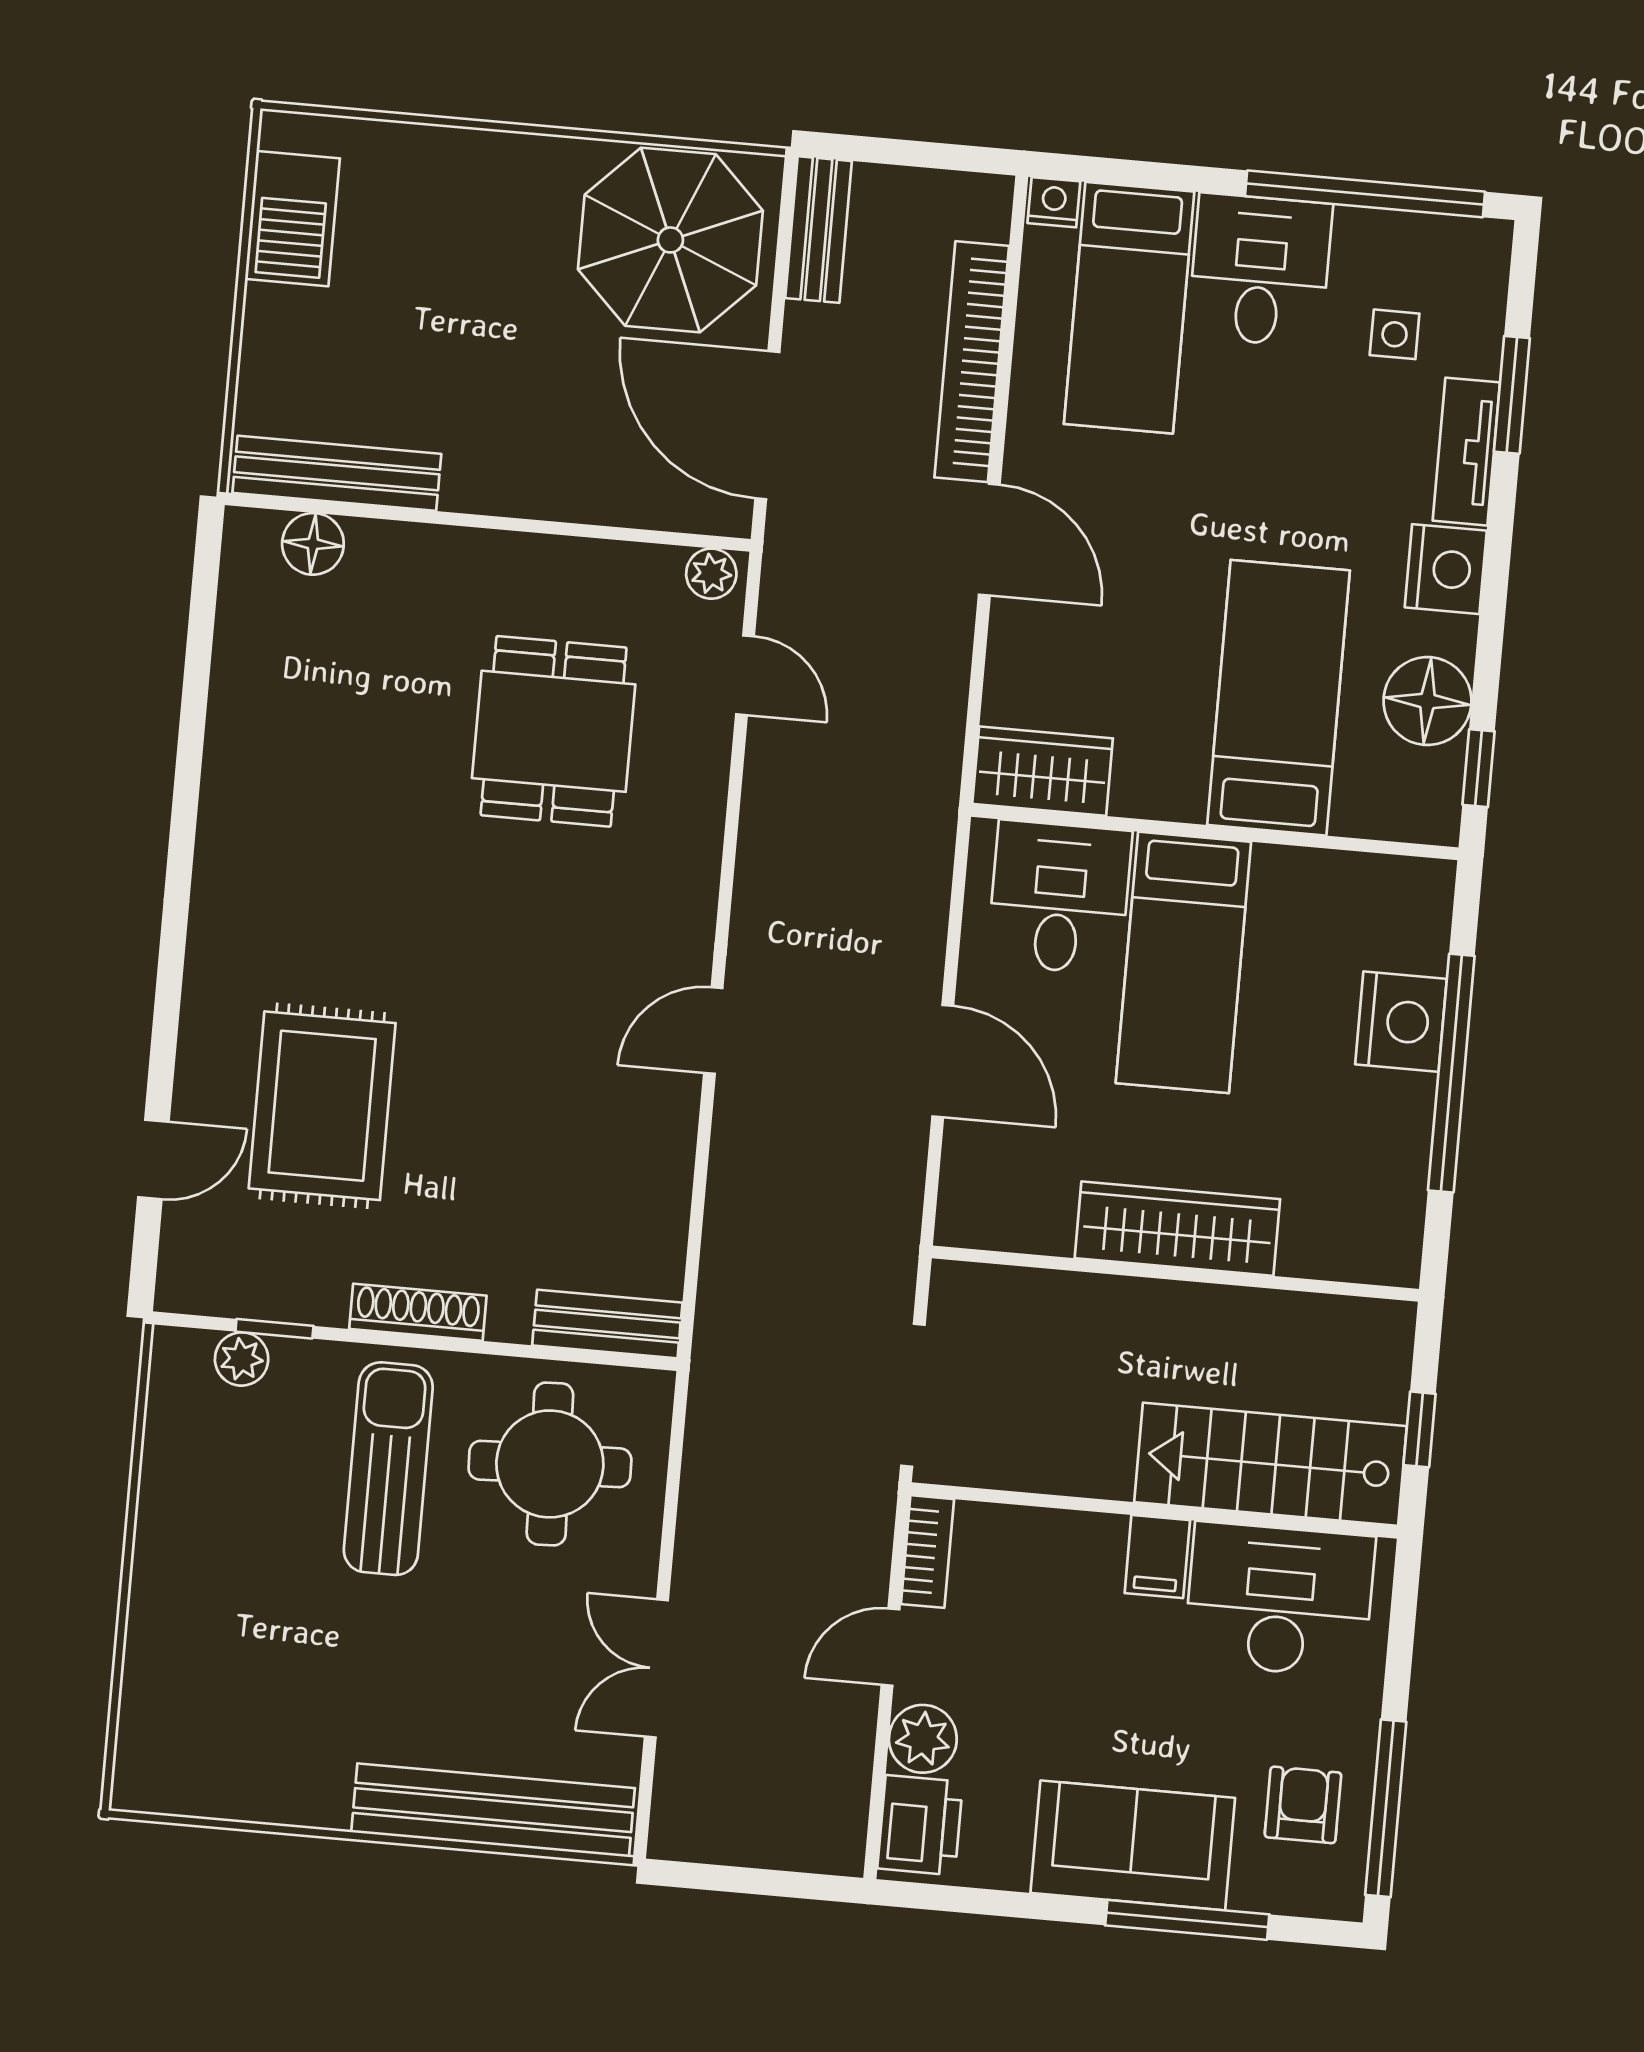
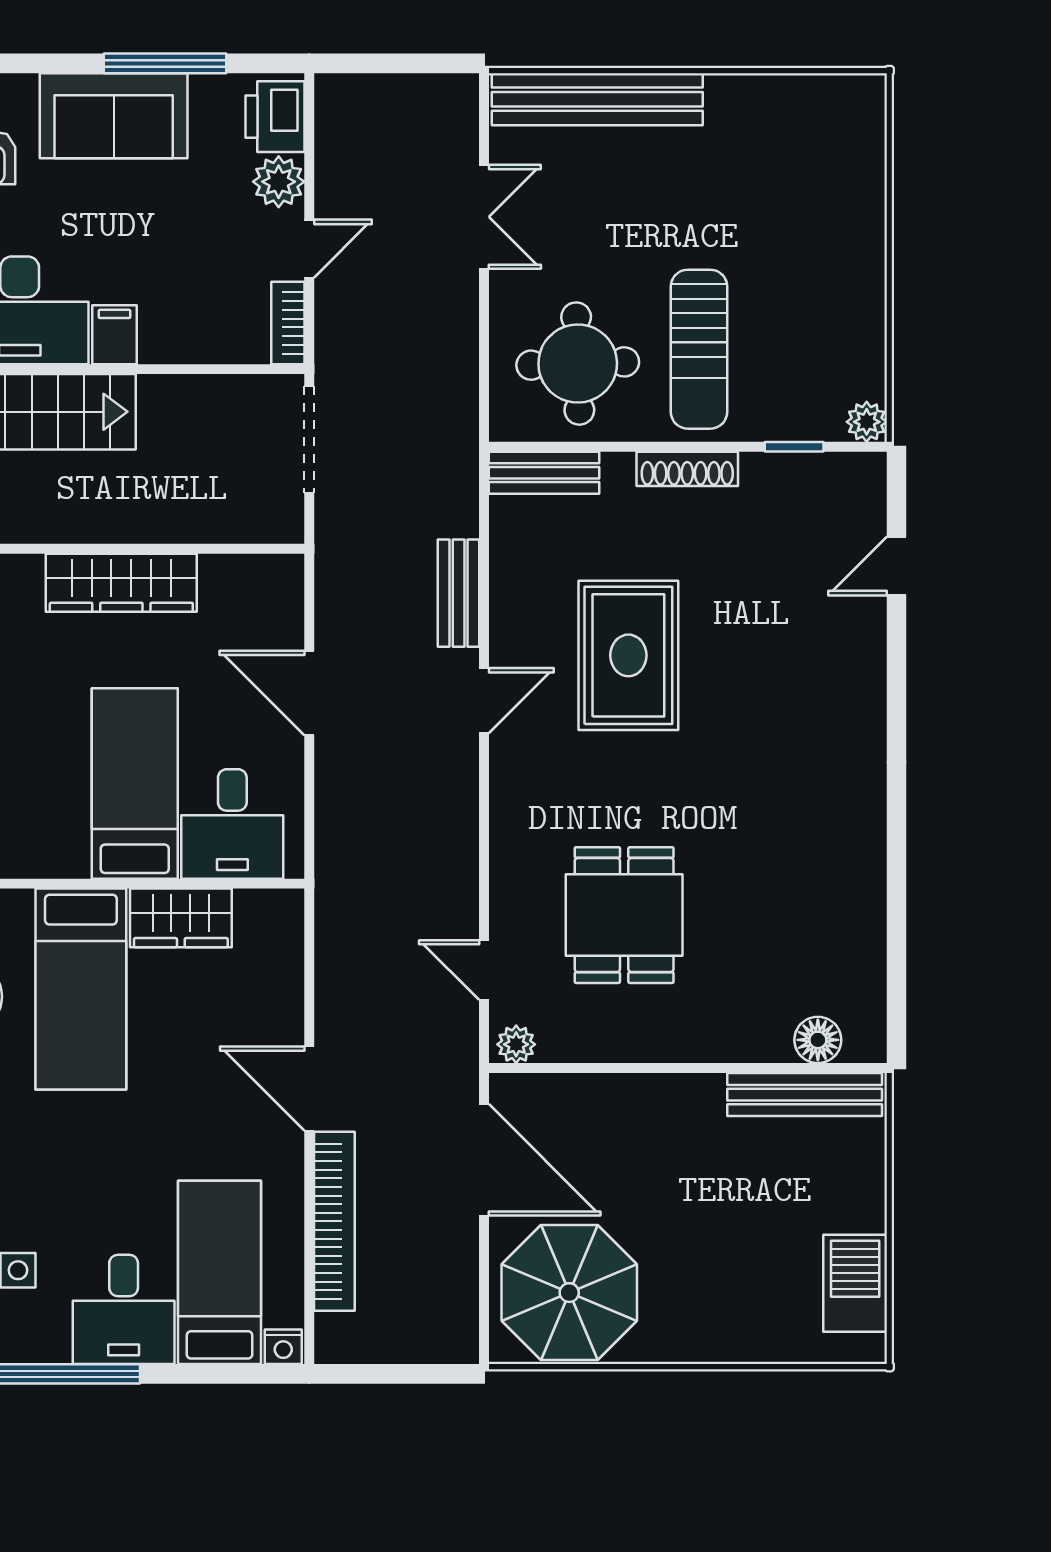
bench: (819, 230) -> (459, 593), moved
wardrobe: (1043, 771) -> (181, 918), moved
rug: (322, 1106) -> (628, 655), moved
plant: (242, 1359) -> (867, 422), moved
window: (1187, 1920) -> (165, 63), moved

